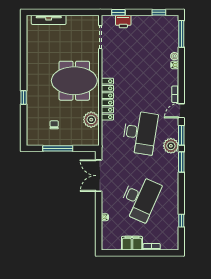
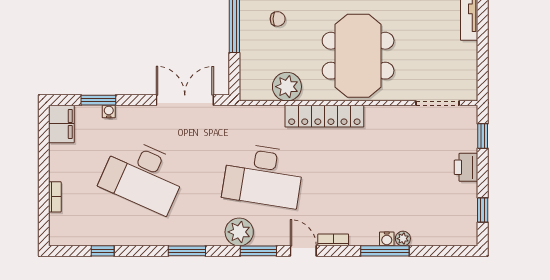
printer: (123, 22) -> (466, 167), moved
window: (181, 34) -> (385, 251), moved
window: (181, 162) -> (187, 251), moved
window: (99, 223) -> (98, 100), added
filing cabinet: (132, 243) -> (61, 124), moved

